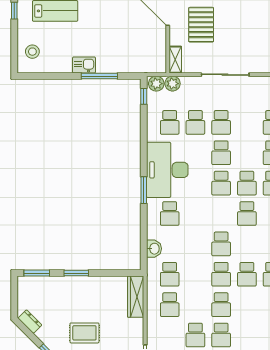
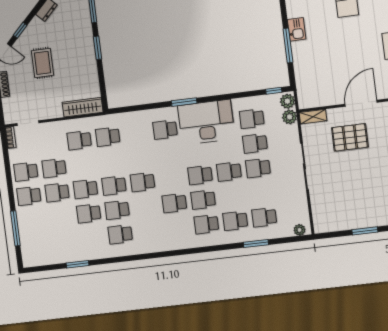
washbasin: (154, 249) -> (130, 119), removed
school desk: (247, 305) -> (89, 213), added

